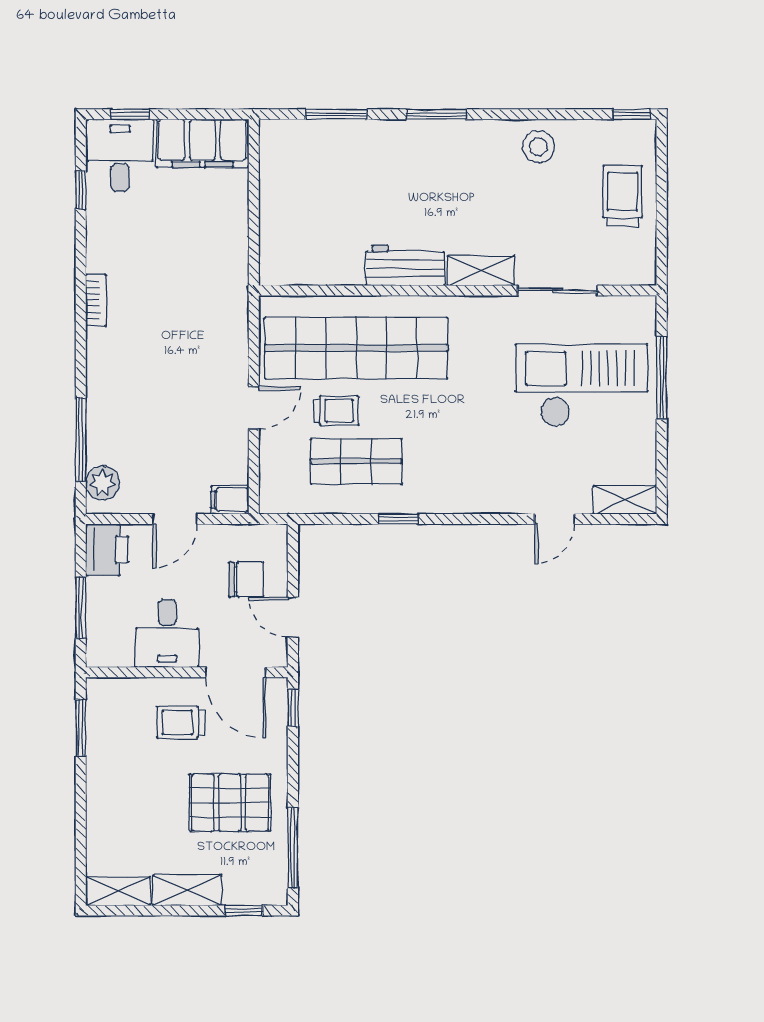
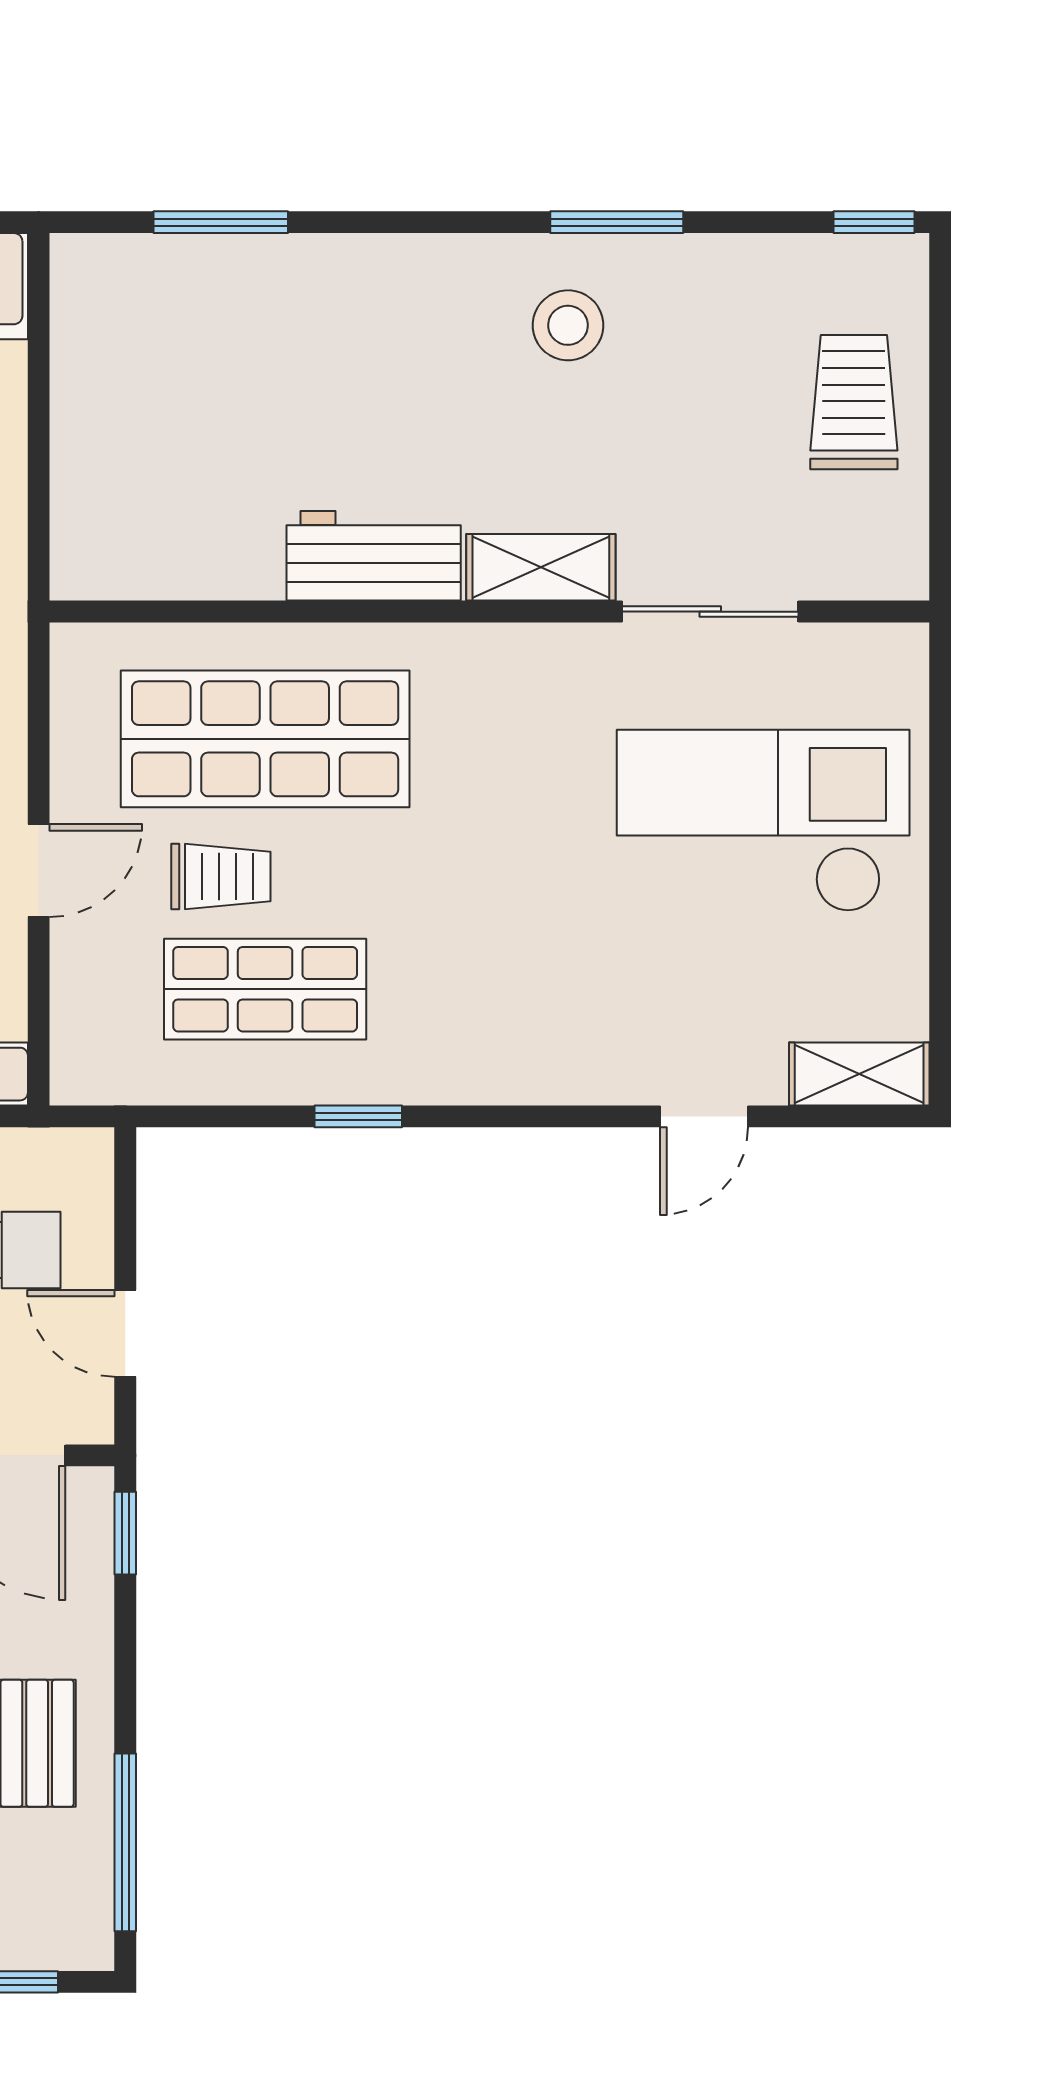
window: (436, 114) -> (617, 222), moved
stool: (538, 147) -> (568, 325), moved
shop shelf: (356, 348) -> (265, 739), width x0.71
window: (662, 377) -> (940, 803), removed

